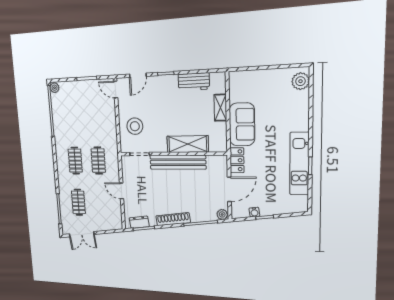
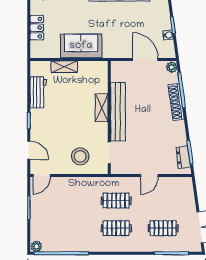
shelving: (188, 144) -> (102, 108), width x0.67, depth x0.75
locker: (237, 160) -> (37, 28), moved, turned 90
shoe rack: (173, 219) -> (176, 102), moved

